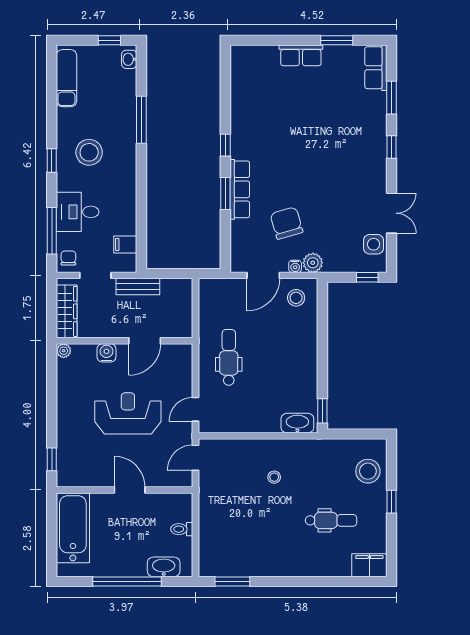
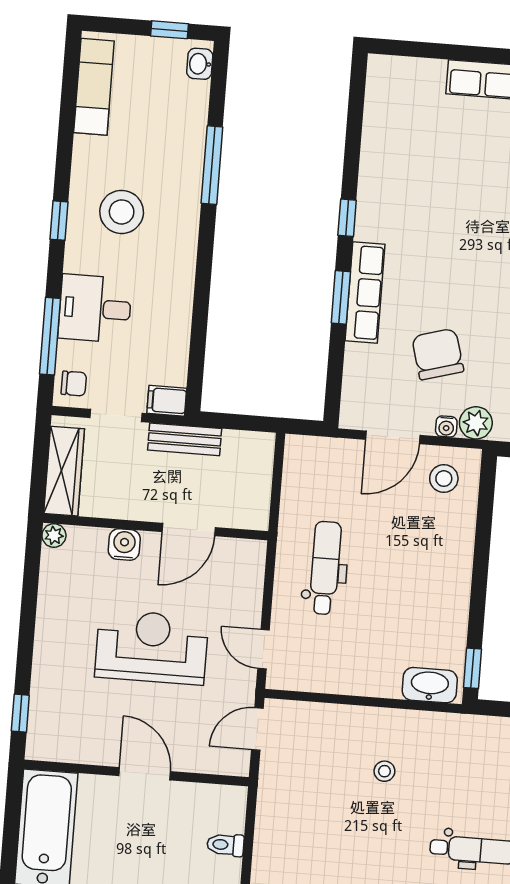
filing cabinet: (125, 244) -> (167, 401), moved
chair: (68, 258) -> (74, 383), turned 90
door: (195, 409) -> (264, 649), hinge flipped

